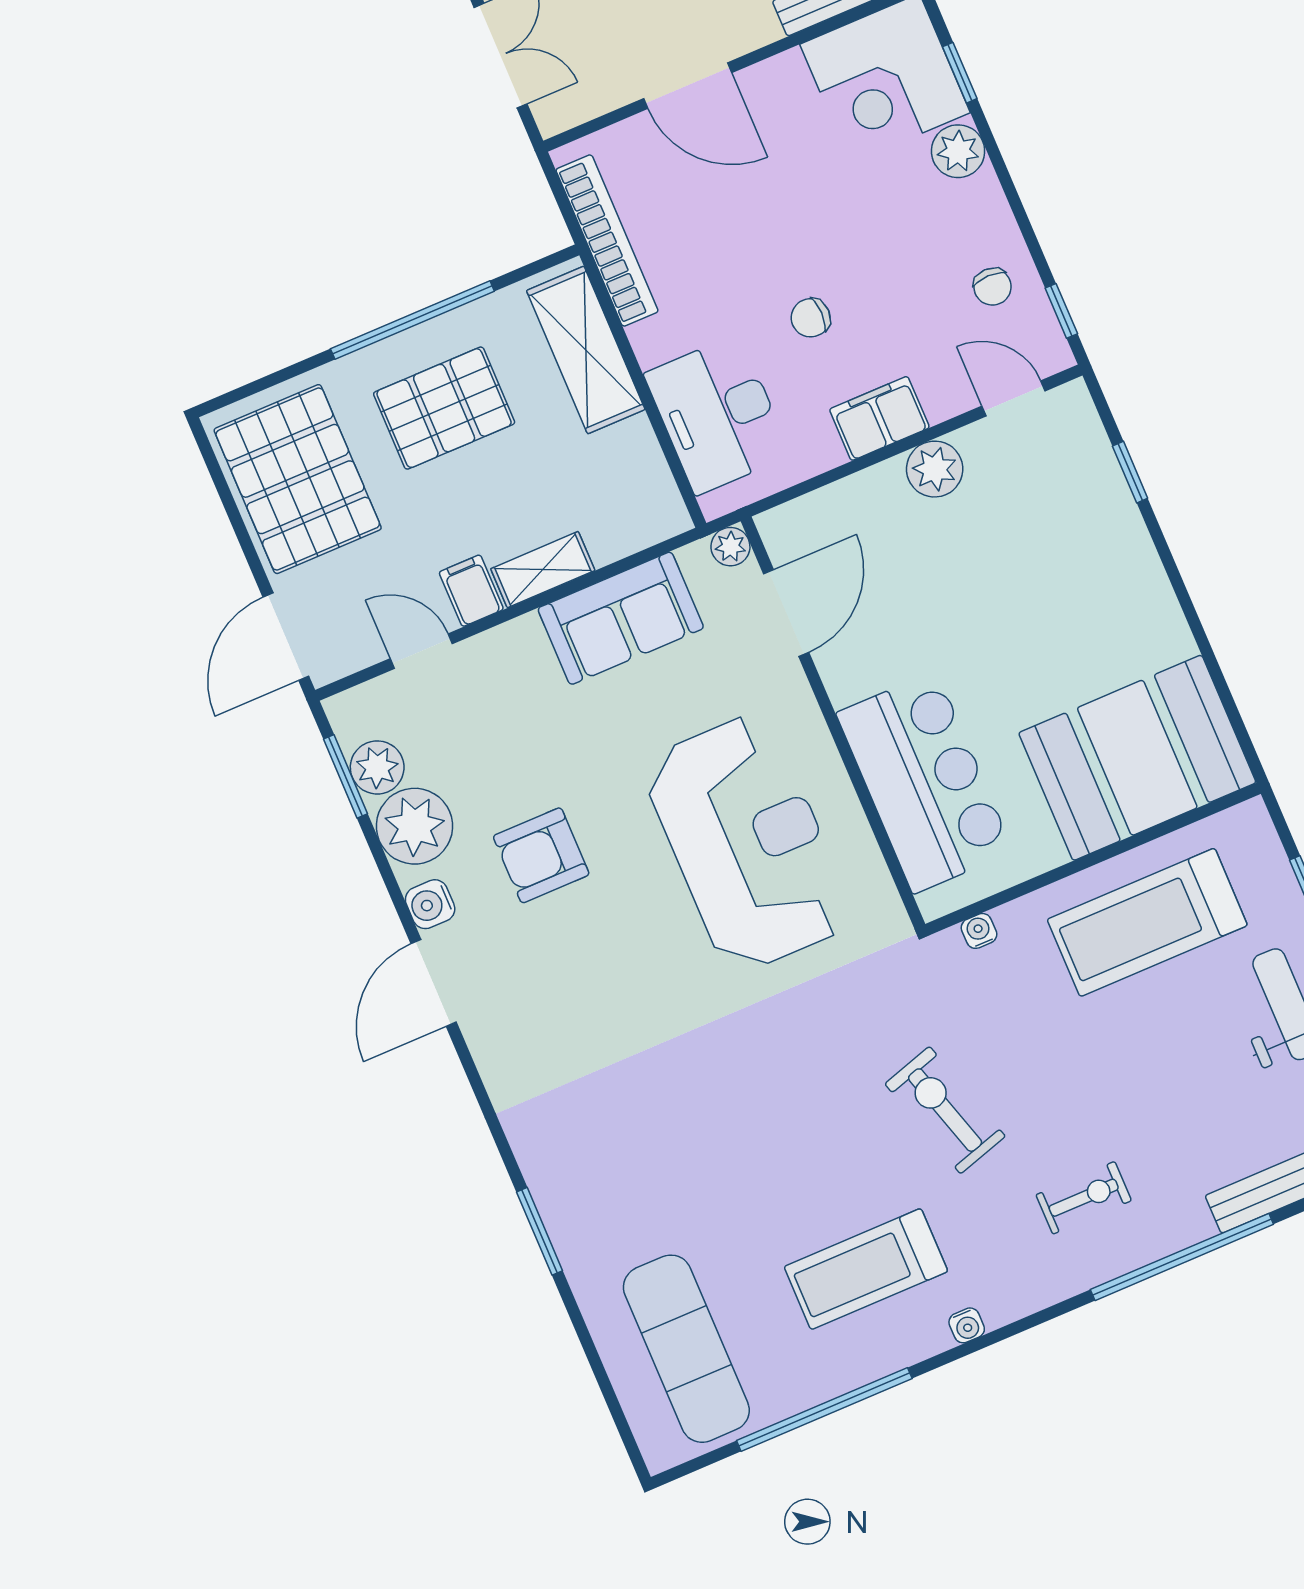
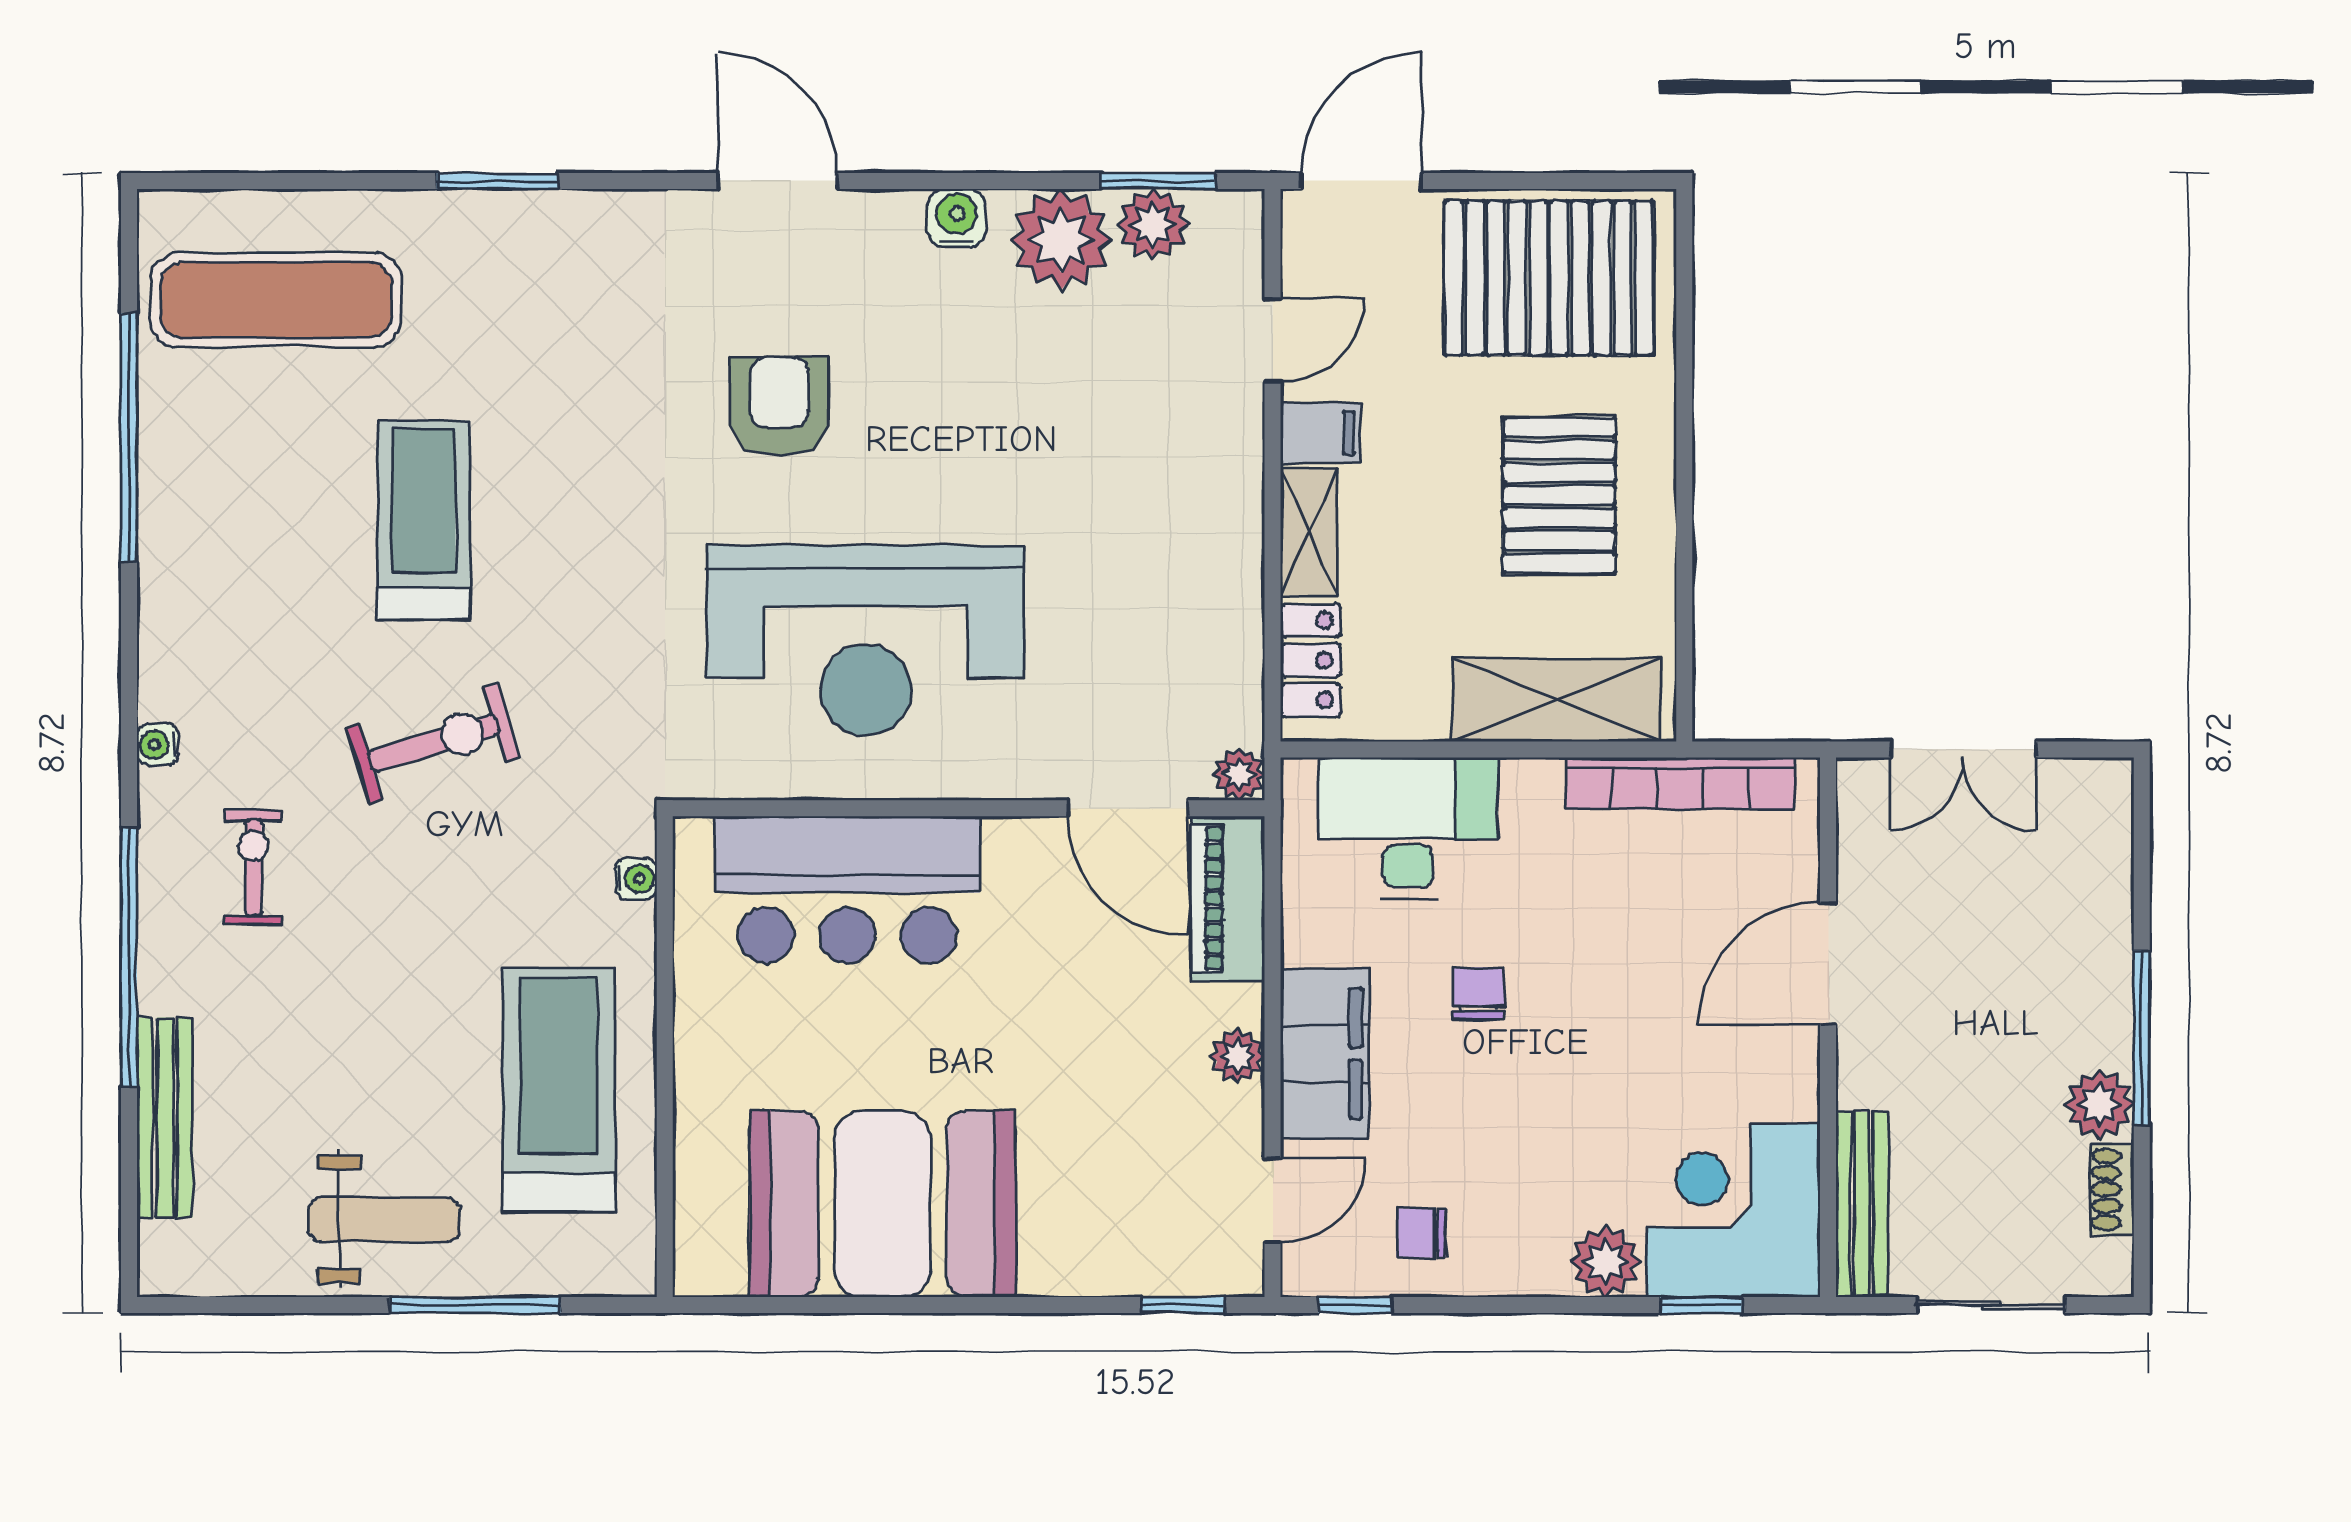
window: (412, 320) -> (1684, 503), removed
filing cabinet: (879, 418) -> (1325, 1053), width x1.50, depth x1.17
plant: (935, 469) -> (1237, 1056), width x0.73, depth x0.73
window: (1130, 472) -> (1183, 1305), moved
piano: (819, 518) -> (1228, 898), added
locker: (631, 531) -> (1311, 660), added
sofa: (621, 618) -> (1208, 602), removed
door: (286, 637) -> (1361, 181), hinge flipped
booth: (1137, 758) -> (882, 1204), moved, turned 90
armchair: (541, 855) -> (779, 406), moved
door: (434, 983) -> (778, 181), moved
exercise bike: (1084, 1198) -> (253, 867), turned 180
treadmill: (866, 1269) -> (424, 520), moved
water cooler: (967, 1325) -> (158, 745), moved

